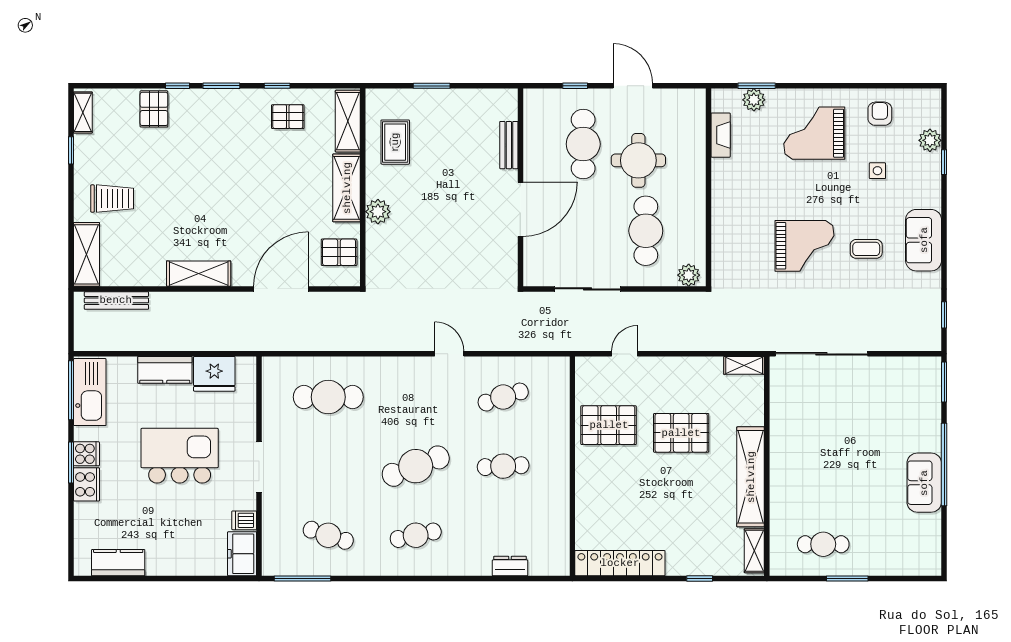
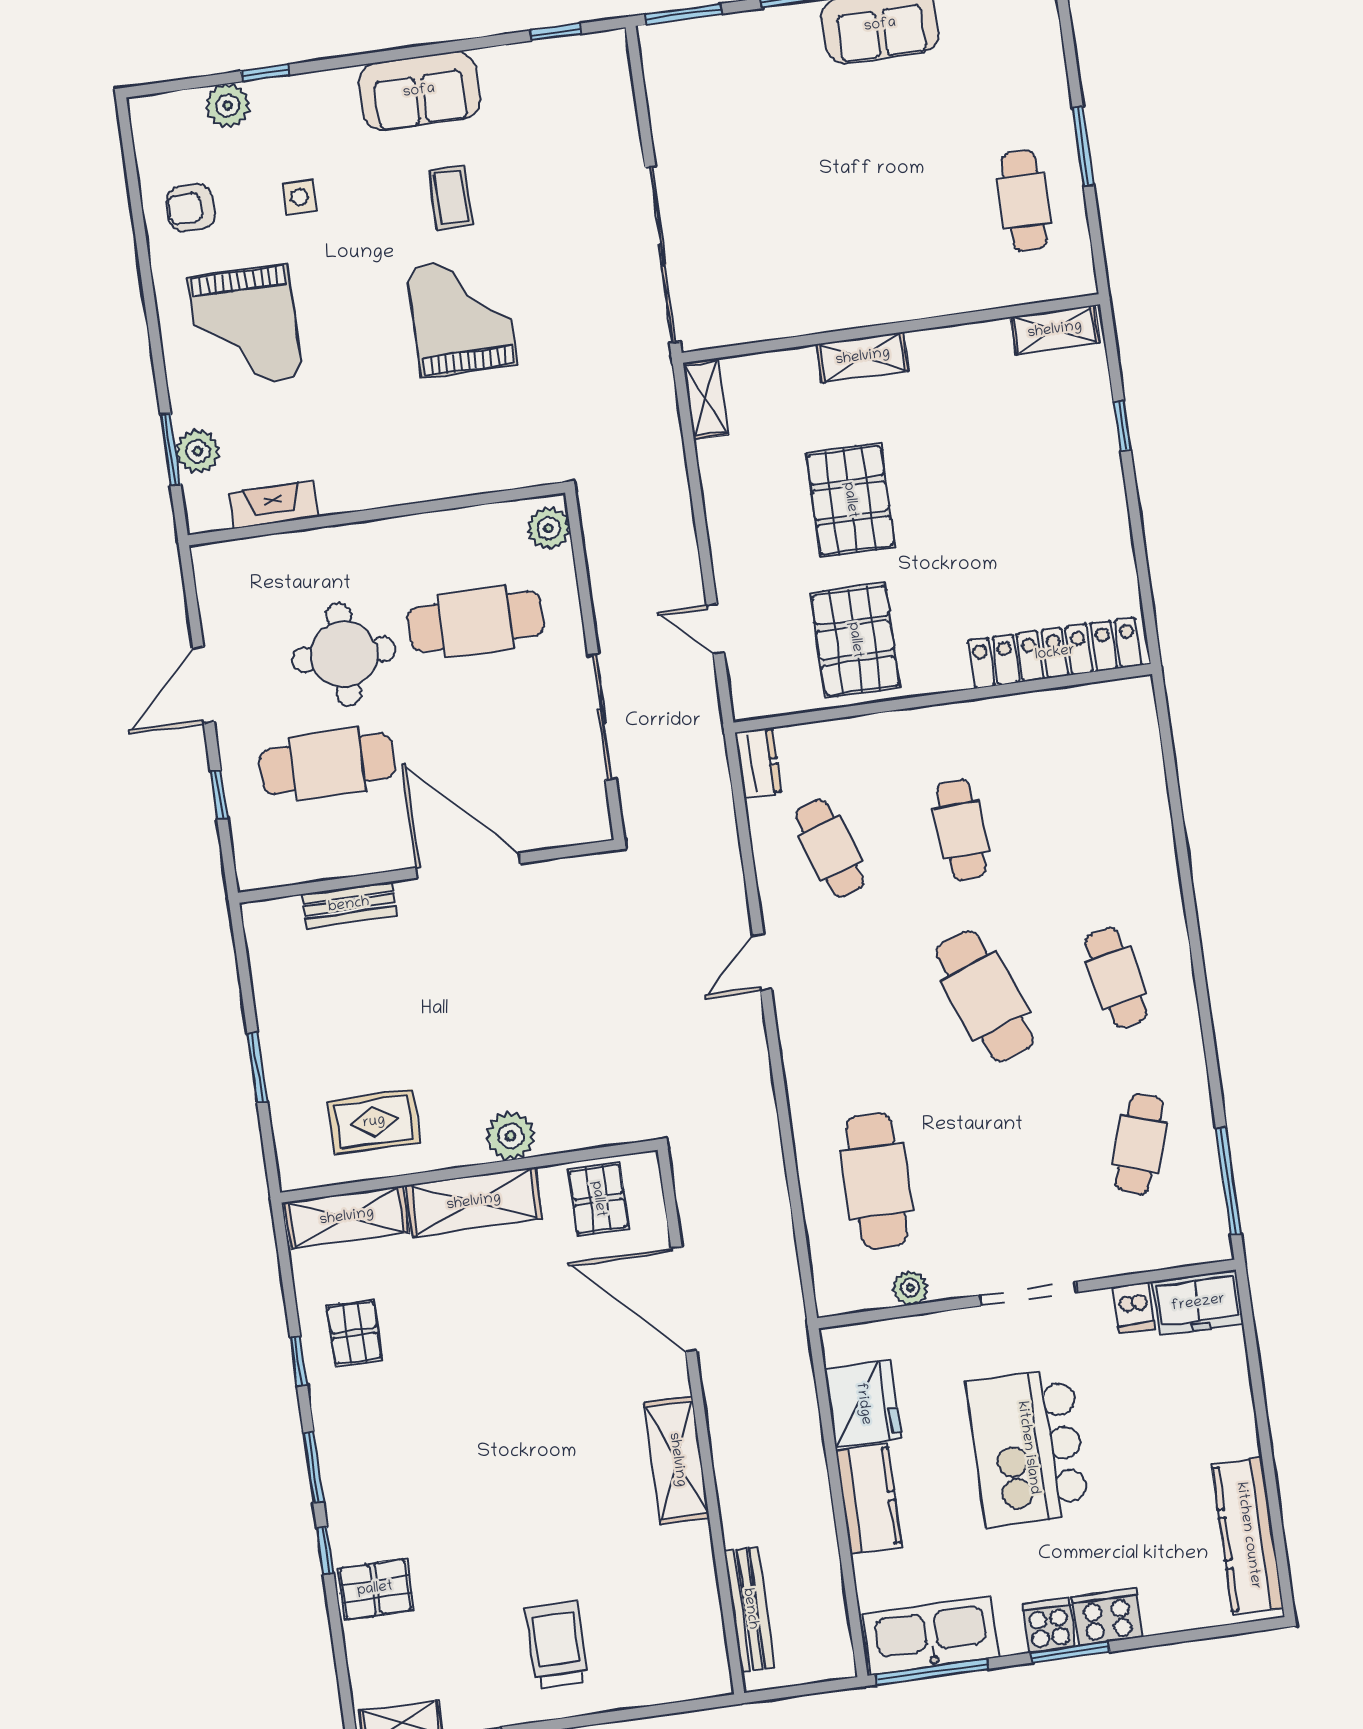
shelving: (86, 254) -> (670, 1679), removed
plant: (271, 407) -> (910, 1288), added
shelving: (751, 477) -> (863, 357), width x0.45, depth x0.75
kitchen counter: (118, 563) -> (1248, 1536), width x1.50
locker: (620, 563) -> (1055, 653), moved, turned 90
dresser: (510, 566) -> (758, 763), moved, turned 180

